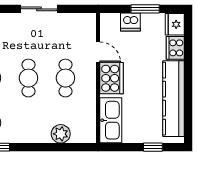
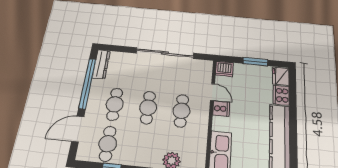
sliding door: (39, 9) -> (165, 53), width x1.86
dishwasher: (130, 22) -> (224, 69), moved
cooker: (112, 78) -> (221, 109), width x0.53, depth x0.76

